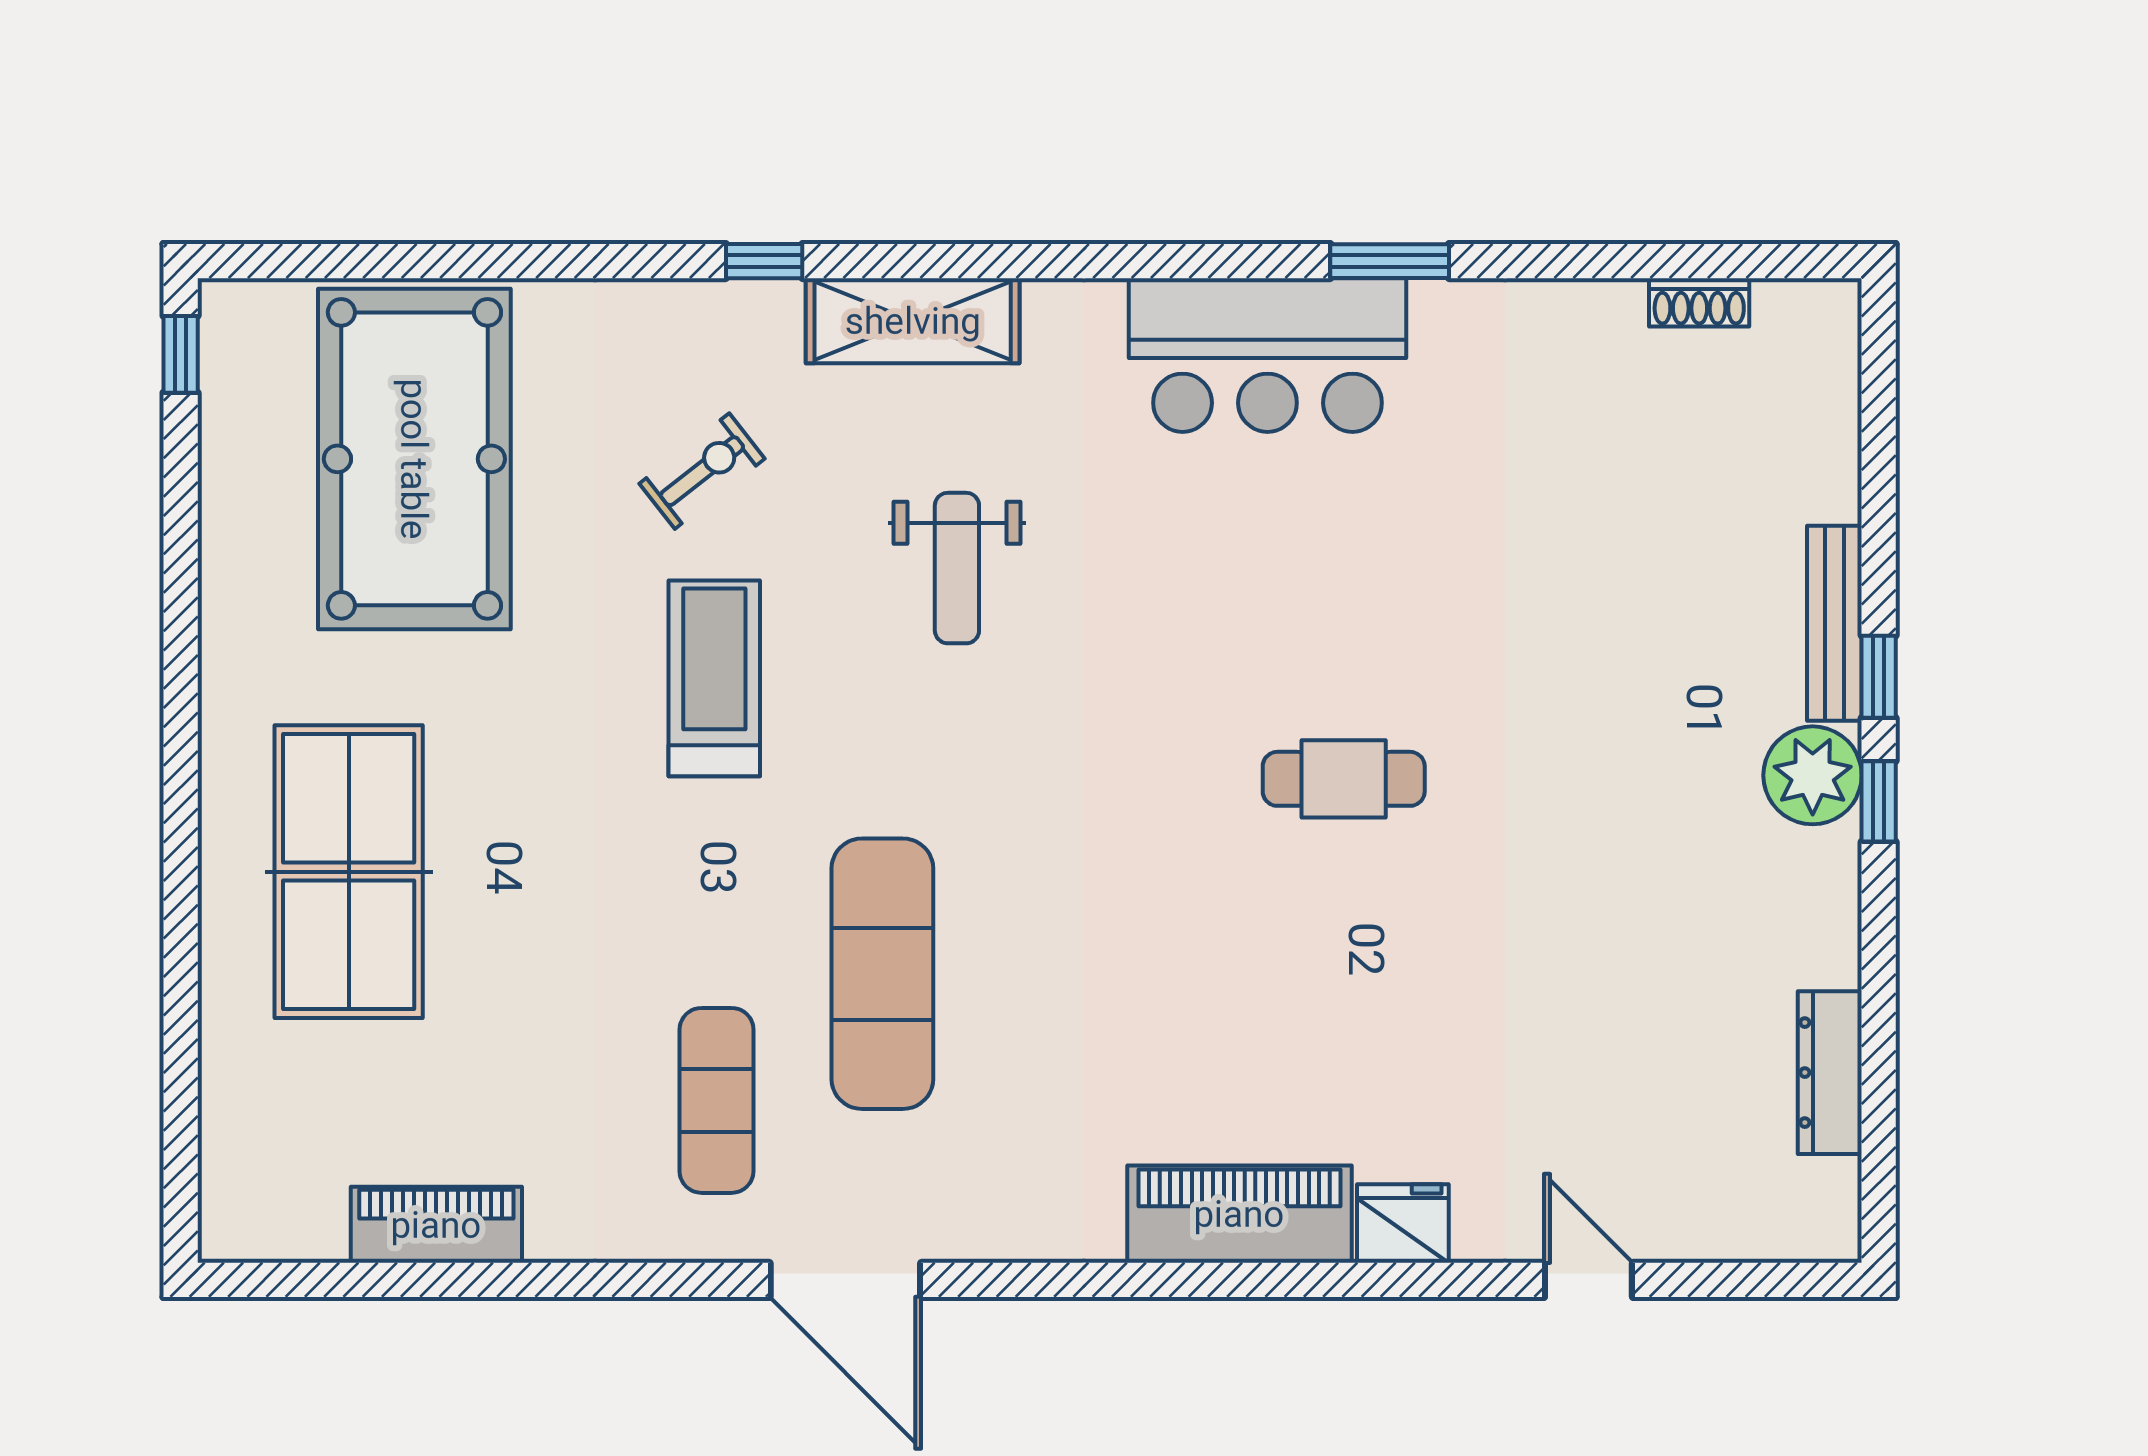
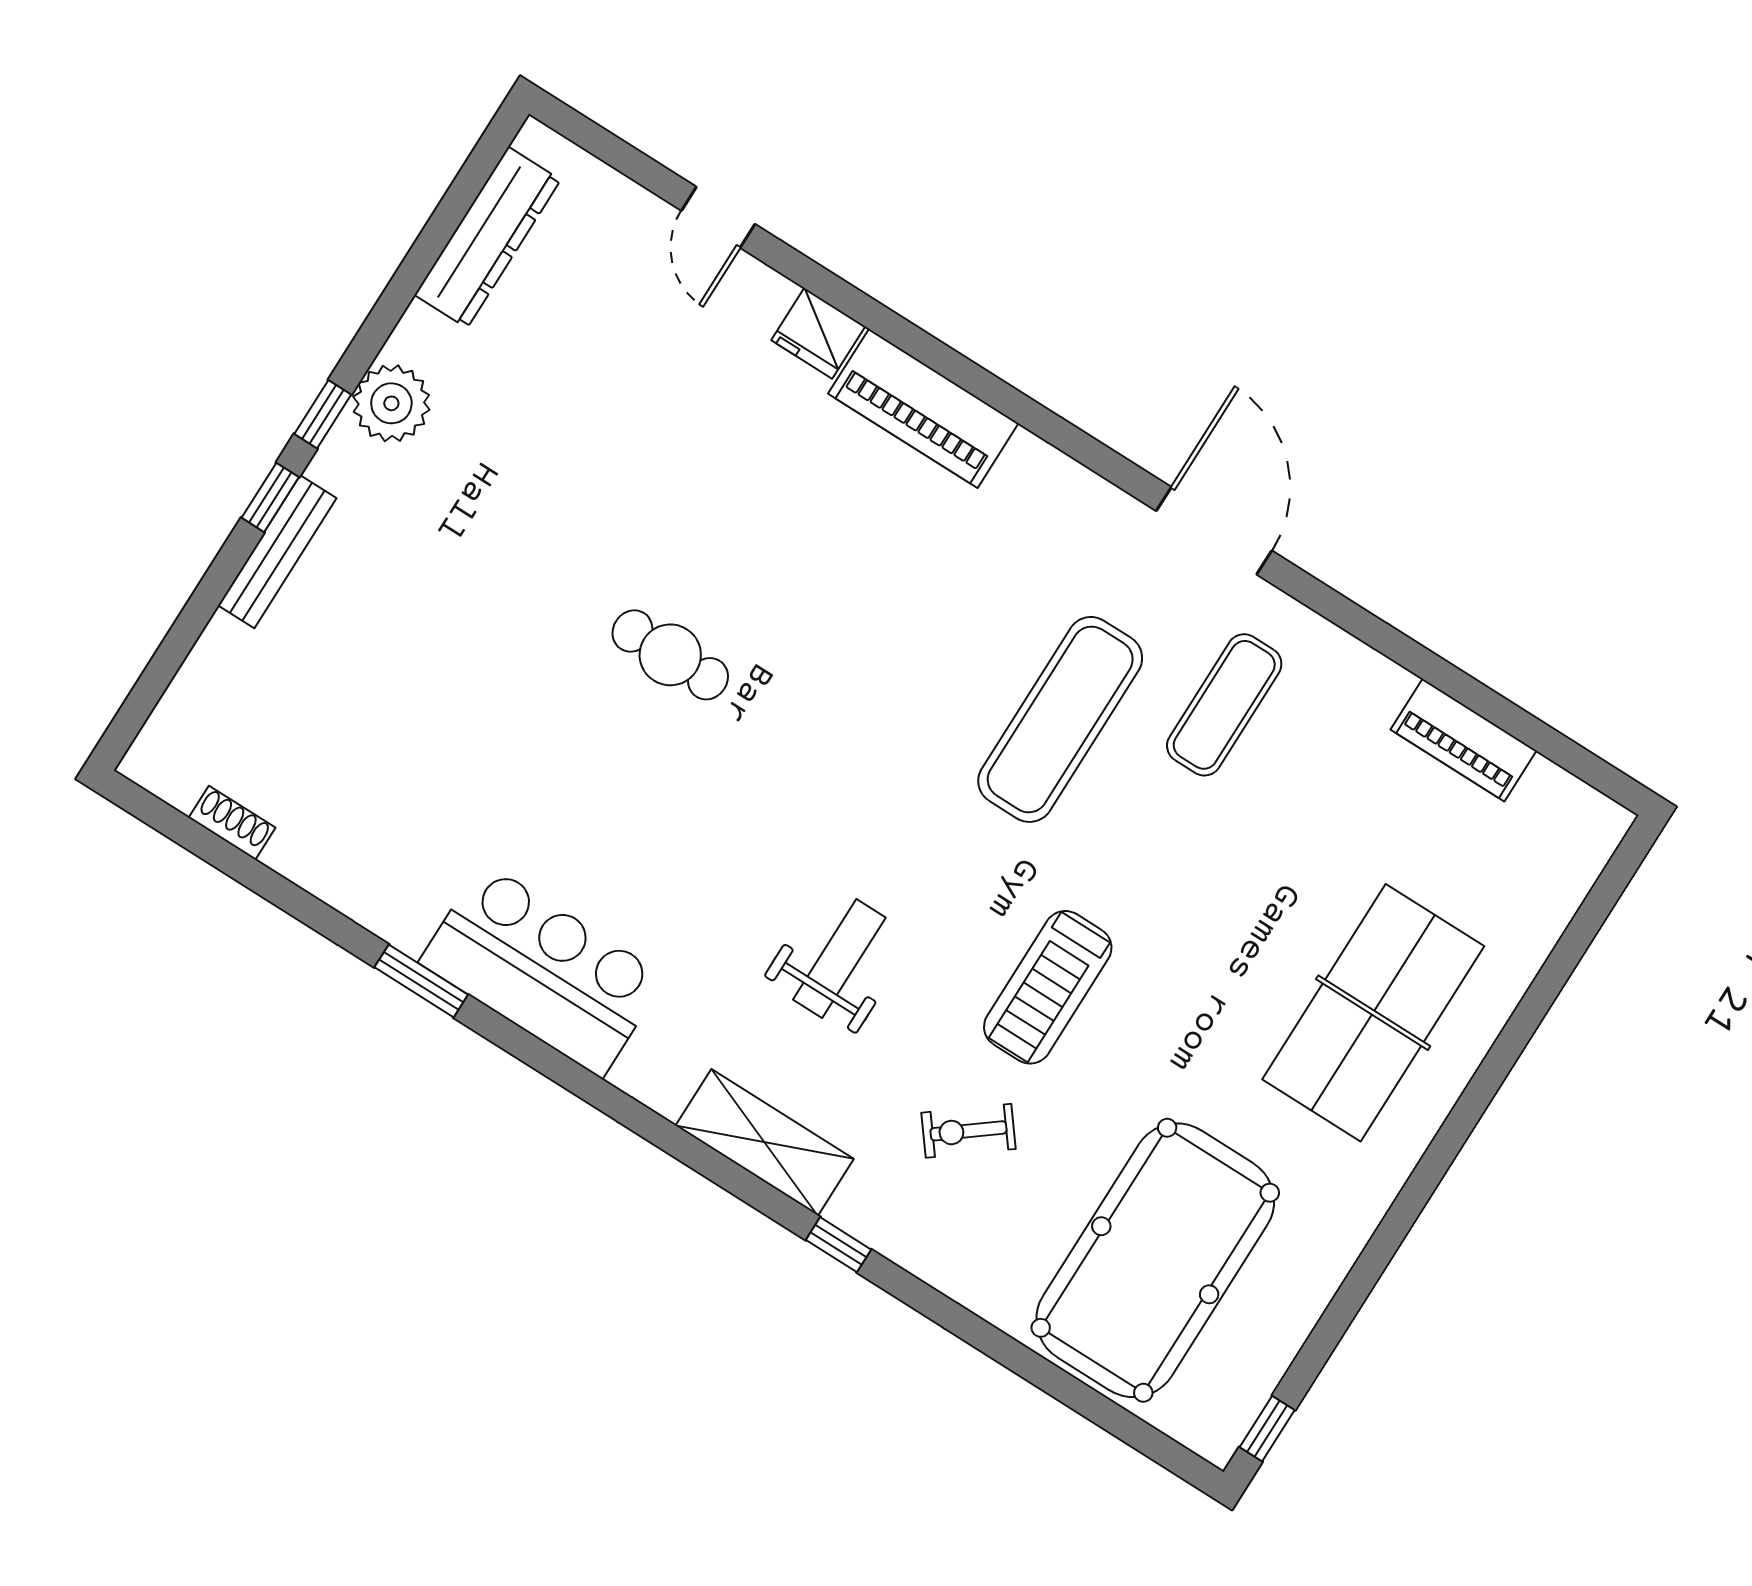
plant: (1813, 775) -> (391, 403), moved
dresser: (1830, 1073) -> (488, 237), width x1.37, depth x1.24

